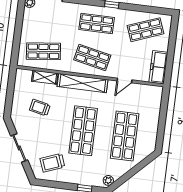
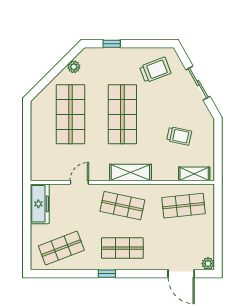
shelving: (45, 77) -> (194, 174), moved
shelving: (83, 83) -> (130, 173), width x0.68
plant: (108, 180) -> (74, 67), moved

